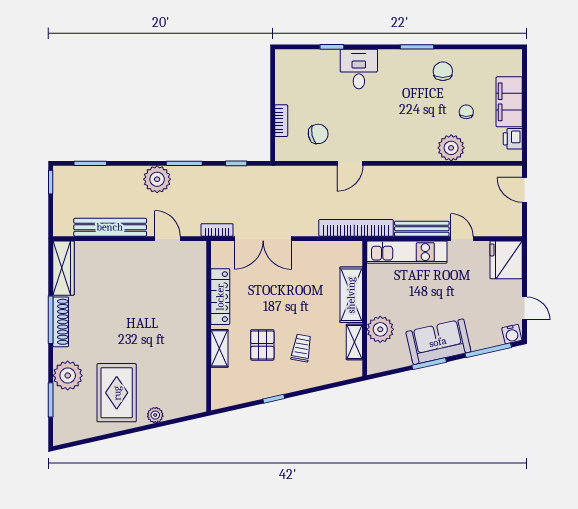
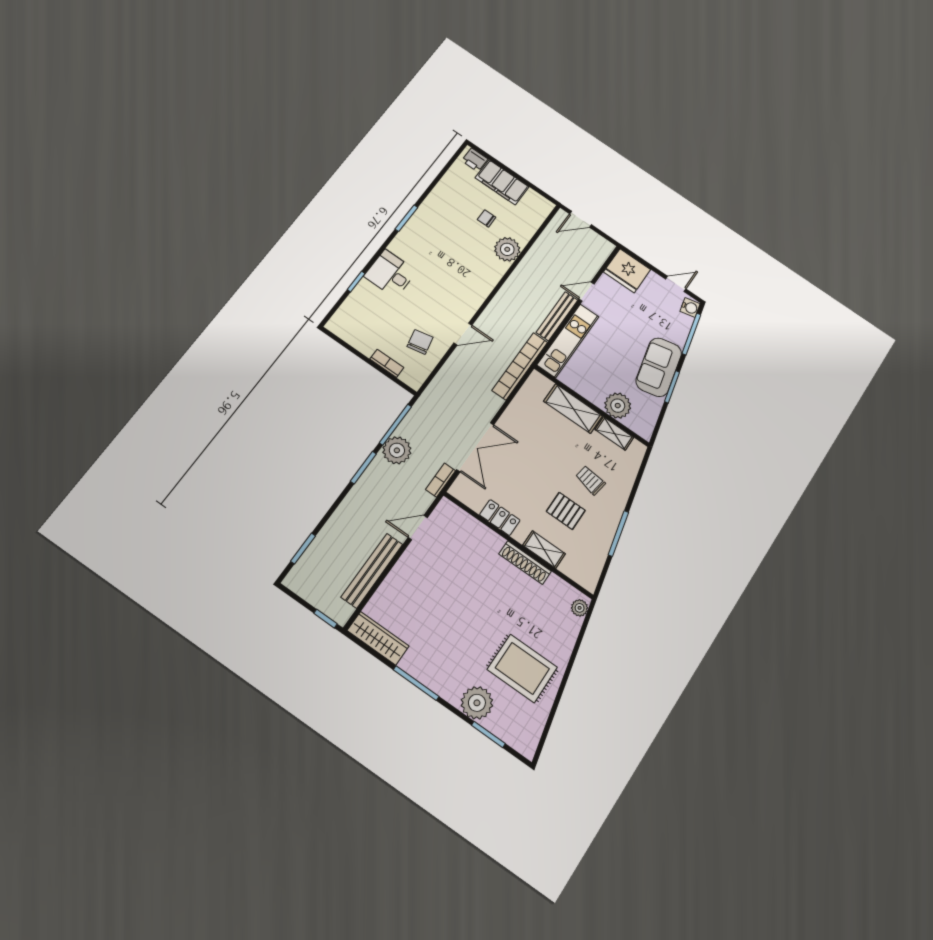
chair: (443, 71) -> (441, 213), removed
printer: (513, 139) -> (475, 160), moved
window: (236, 163) -> (395, 425), width x2.17
door: (350, 163) -> (463, 334), hinge flipped
plant: (157, 179) -> (397, 450), moved
window: (51, 182) -> (325, 618), moved
locker: (220, 297) -> (500, 518), width x0.66
shoe rack: (61, 322) -> (525, 563), moved, turned 180
window: (274, 399) -> (618, 534), width x2.17
plant: (155, 415) -> (580, 608), moved

